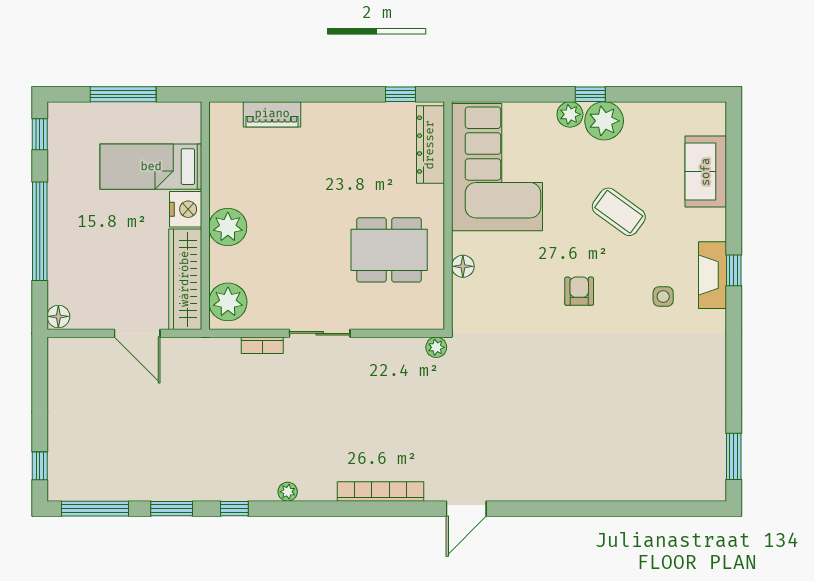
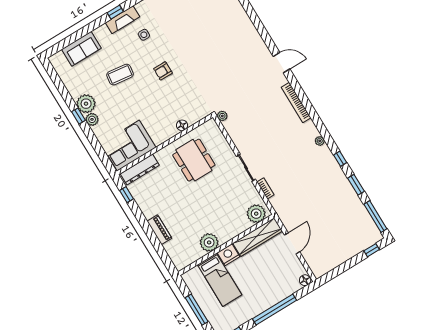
piano: (272, 114) -> (159, 230), moved
corner sofa: (497, 167) -> (128, 146), width x0.73, depth x0.74
coffee table: (619, 212) -> (120, 75), turned 61
plant: (228, 227) -> (209, 242), moved

